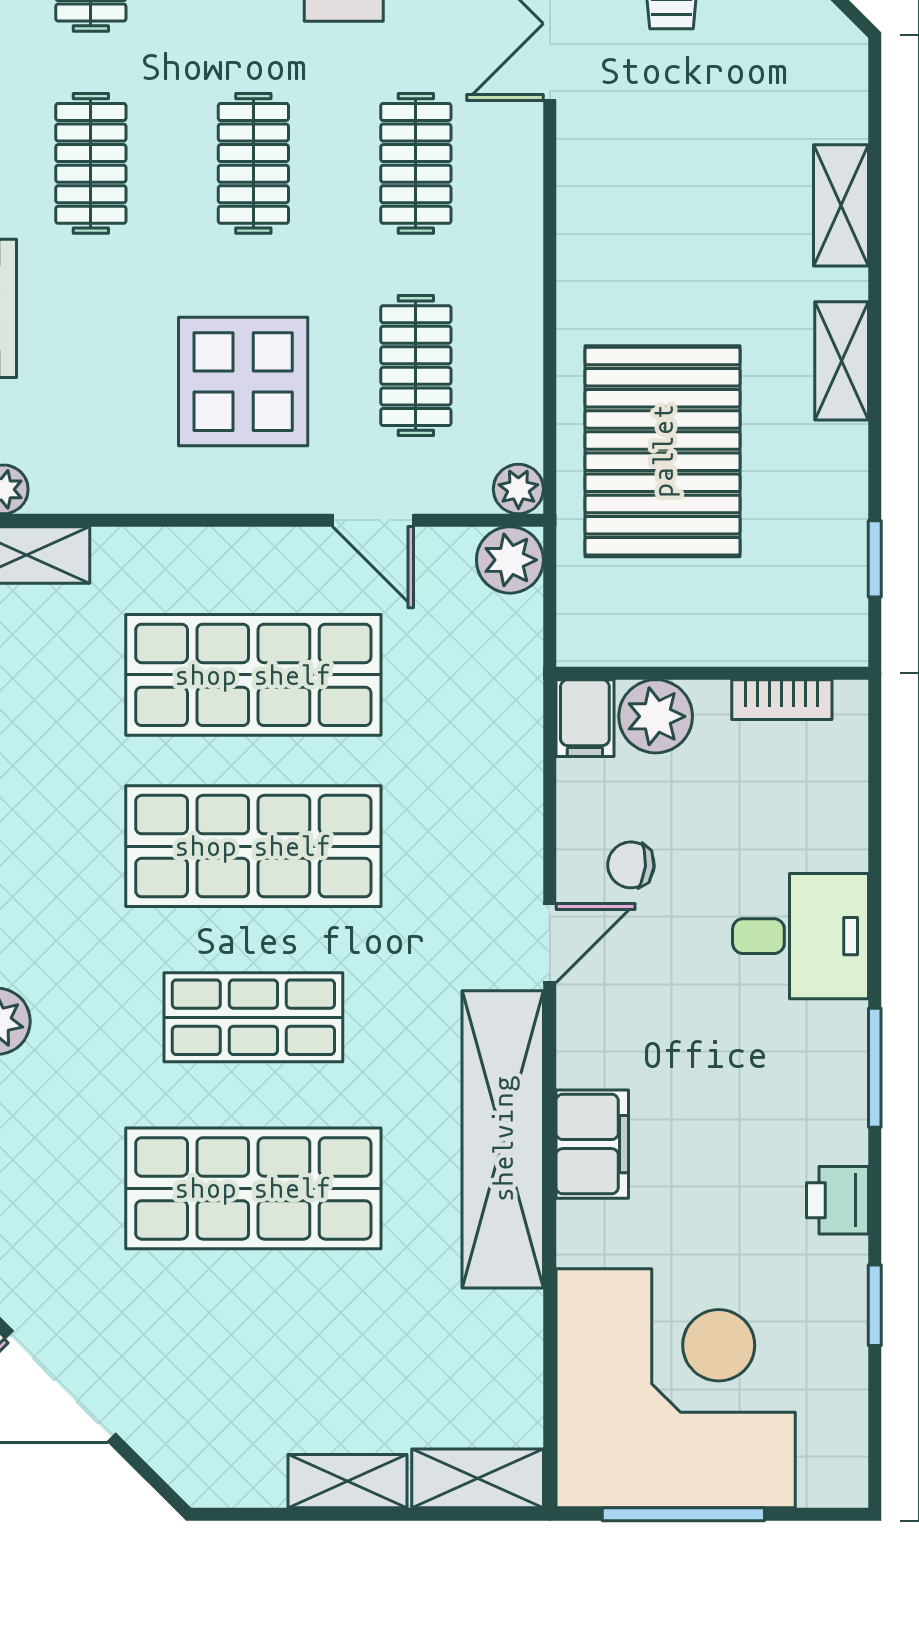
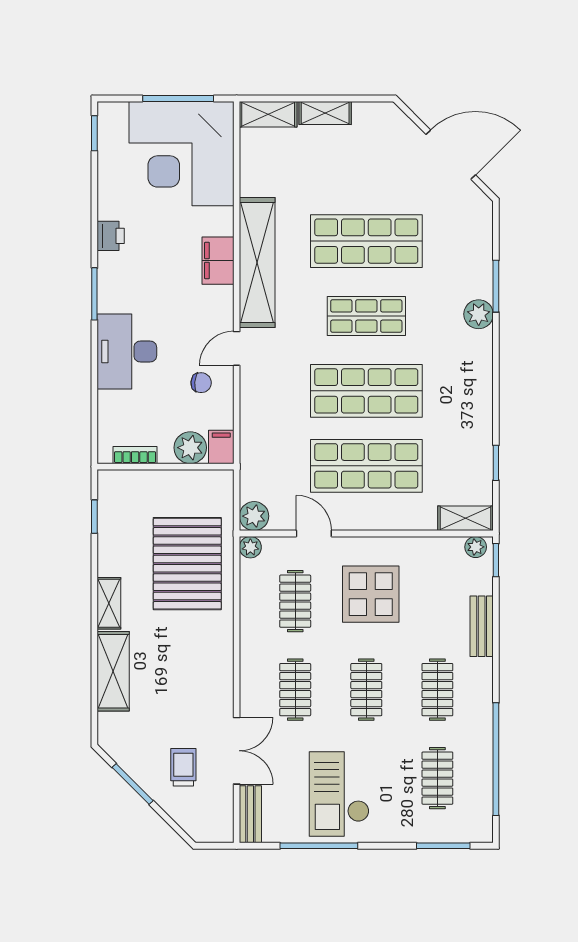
shelving: (841, 205) -> (113, 671), width x1.50, depth x1.33
desk: (800, 936) -> (127, 352), width x1.37
window: (875, 1305) -> (94, 133), moved

